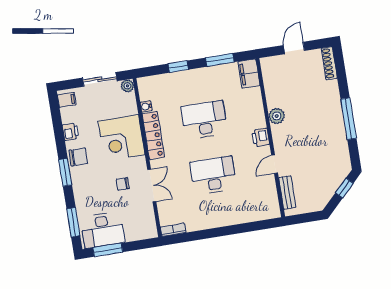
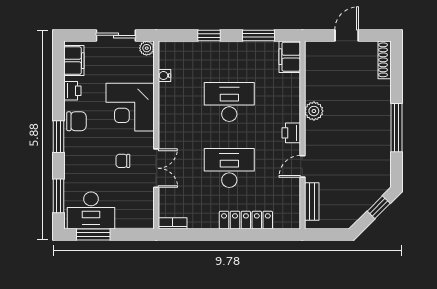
filing cabinet: (67, 100) -> (74, 61), width x2.00
locker: (153, 135) -> (246, 220), moved, turned -90

